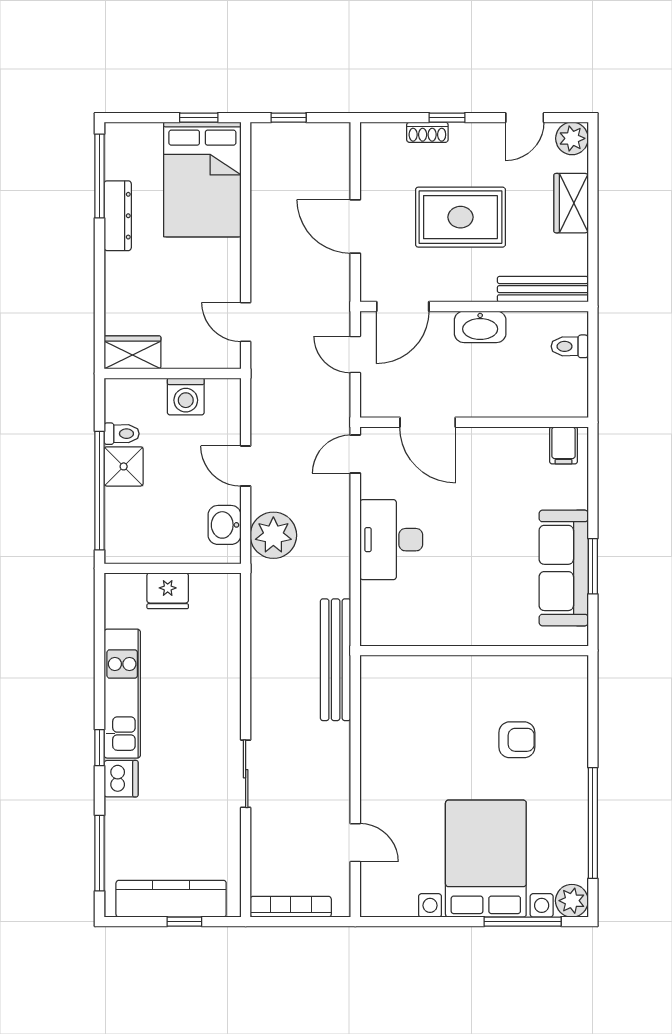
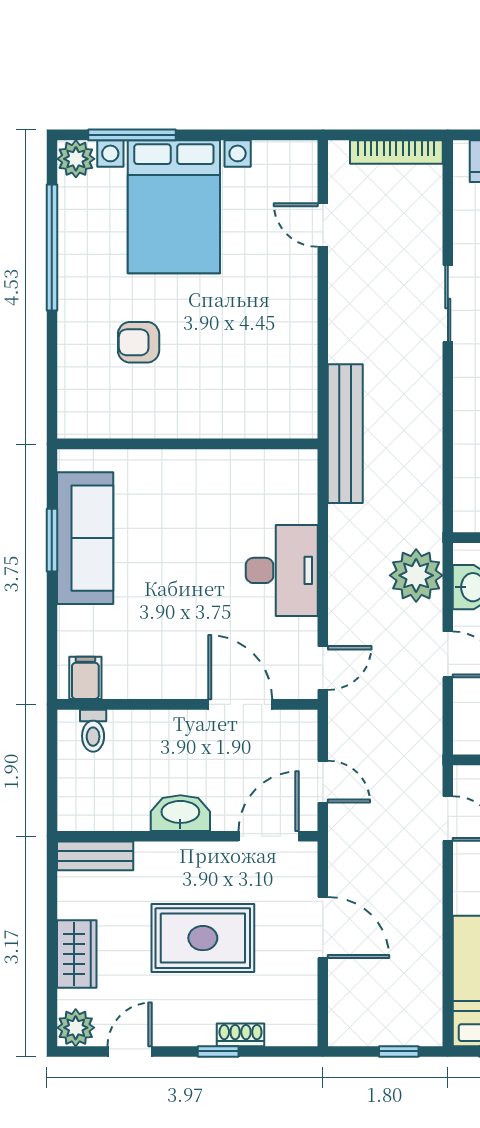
bench: (543, 289) -> (95, 856), width x0.73
toilet: (570, 346) -> (93, 731), moved, turned 90

